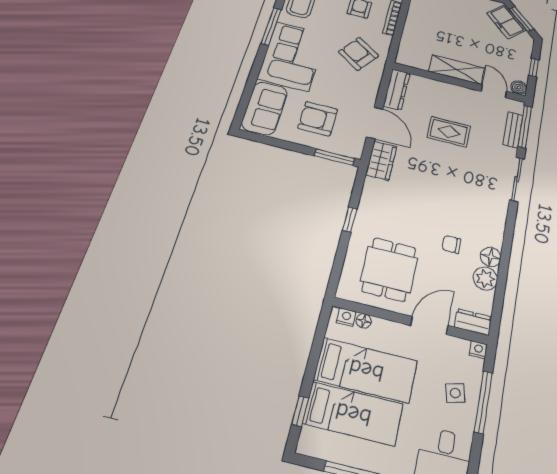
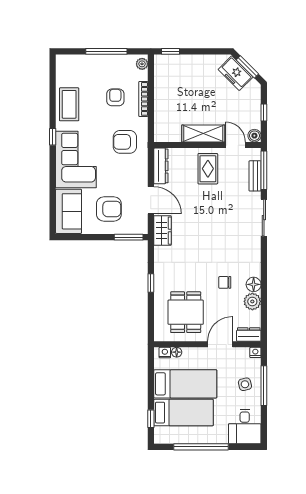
window: (271, 26) -> (53, 137), width x0.46
armchair: (359, 54) -> (125, 142), turned -35
armchair: (318, 119) -> (109, 209), turned 180
rug: (449, 132) -> (208, 169), moved, turned 90

